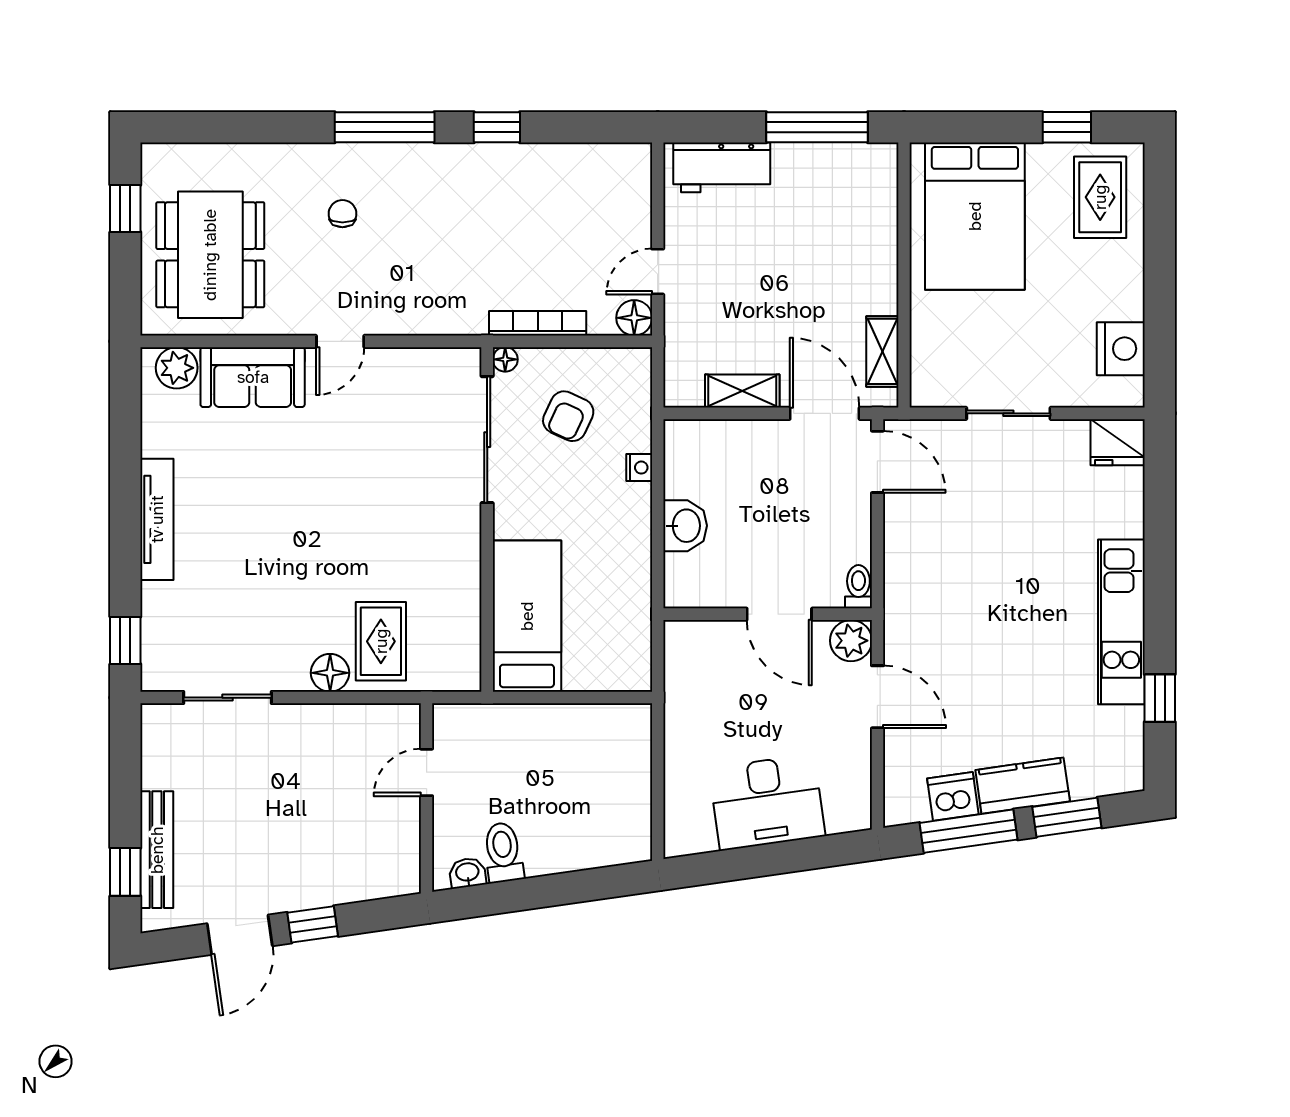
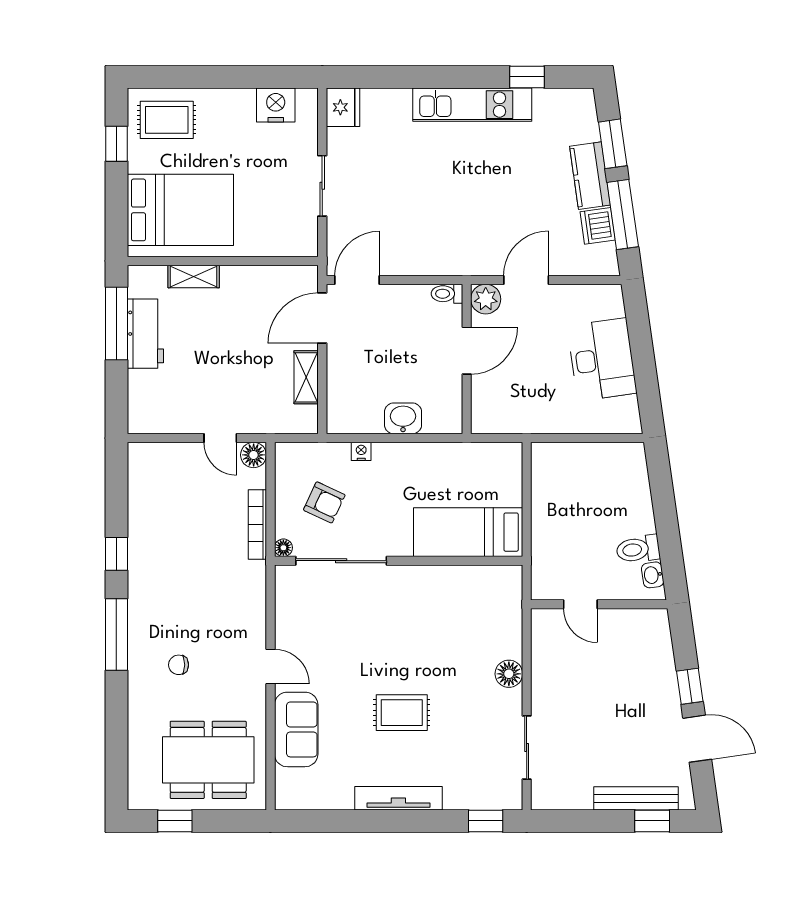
workbench: (722, 167) -> (145, 334), moved
shelving: (882, 351) -> (194, 276), moved
plant: (177, 368) -> (290, 784), removed
rug: (381, 641) -> (402, 713), moved

